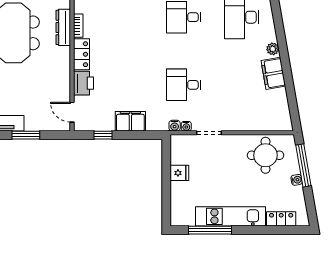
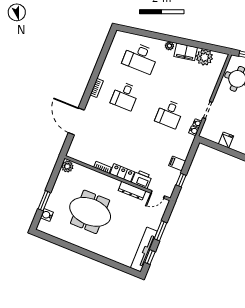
dresser: (63, 27) -> (132, 191), moved
plant: (276, 101) -> (204, 57), added
filing cabinet: (130, 121) -> (177, 163), width x0.50

